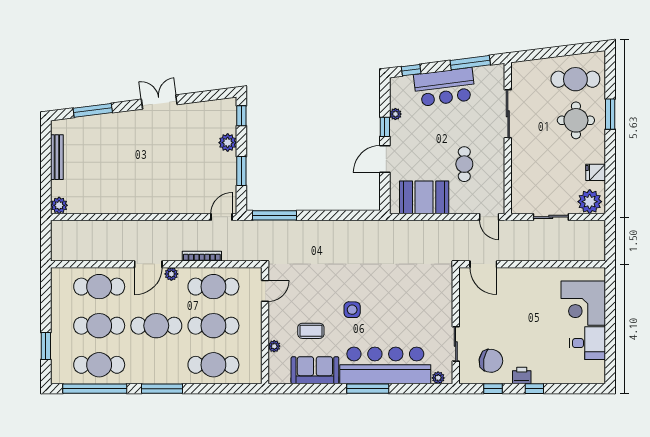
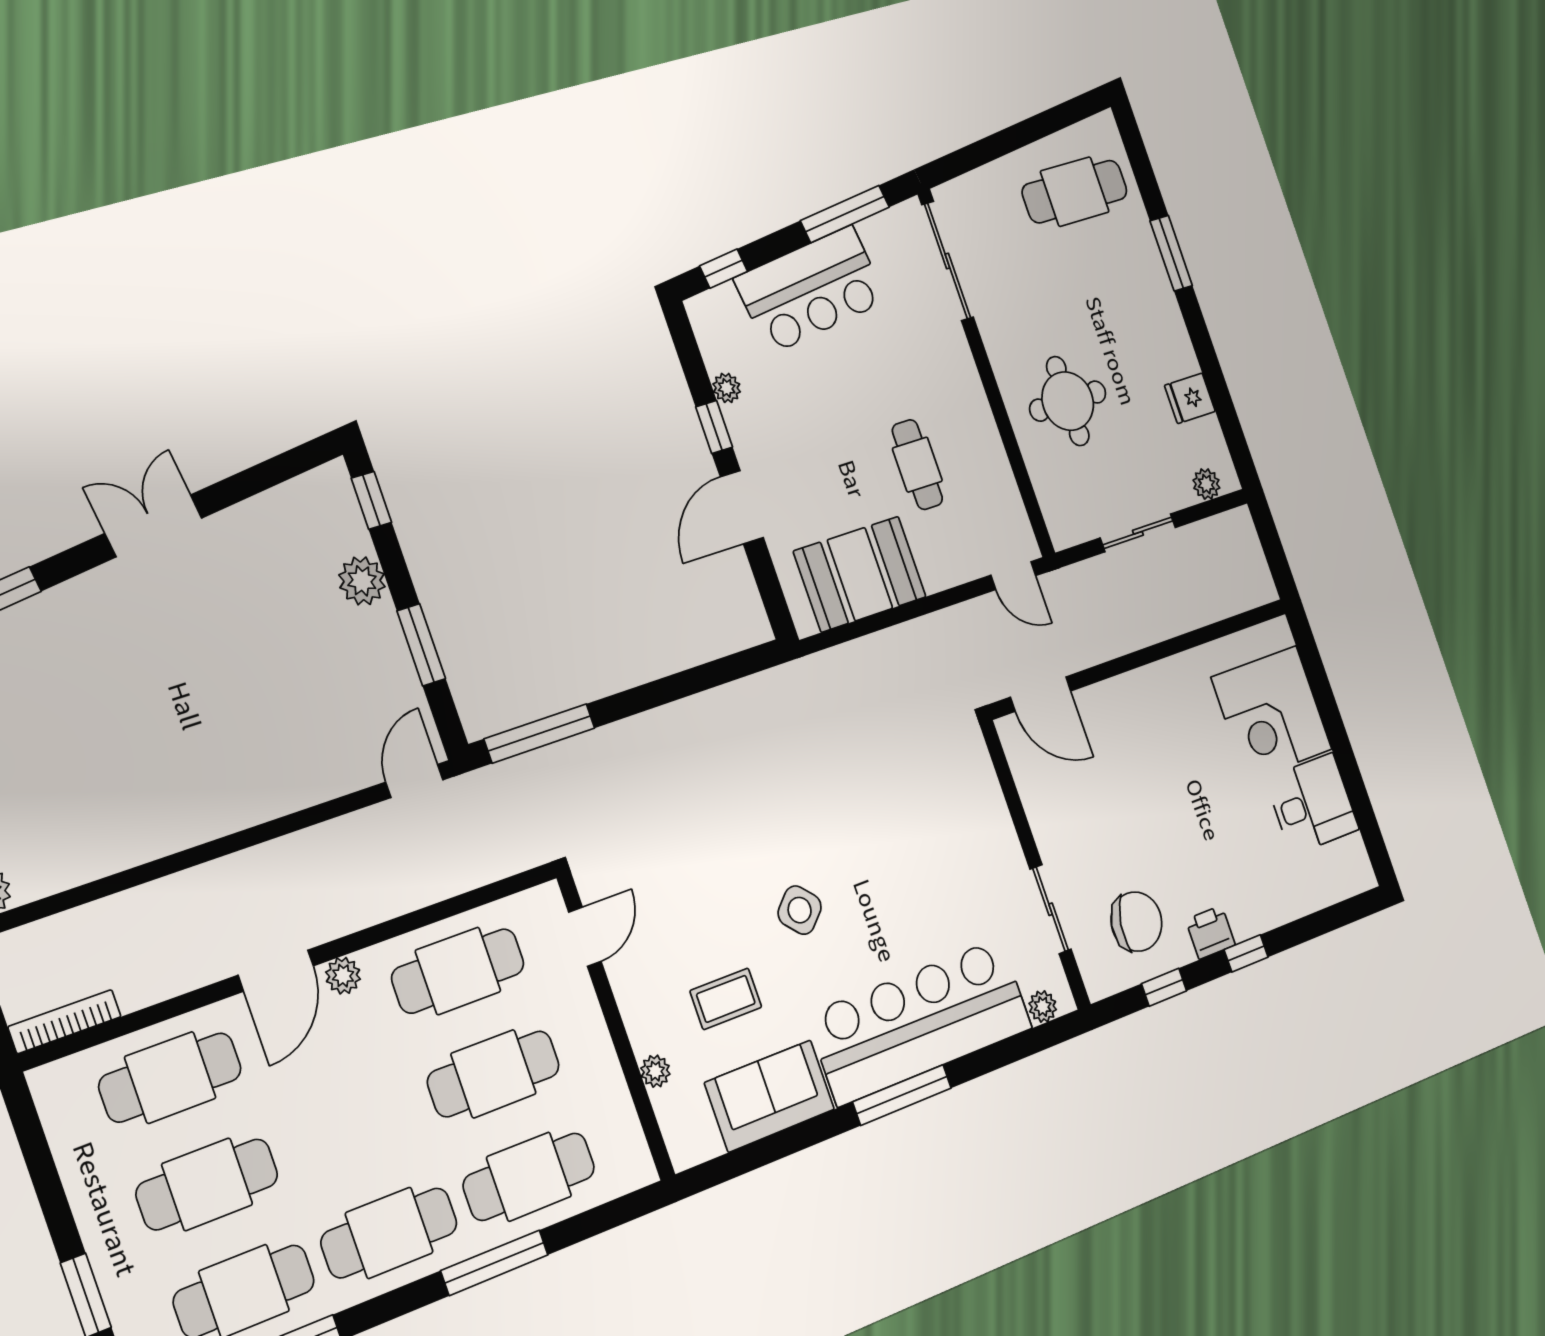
sliding door: (508, 114) -> (947, 261), moved
round table: (576, 120) -> (1068, 401), moved
plant: (590, 202) -> (1206, 484), width x0.53, depth x0.53
bookcase: (202, 256) -> (65, 1022), moved
side table: (352, 310) -> (800, 910), turned 45
cafe table: (156, 326) -> (389, 1233), moved
window: (162, 389) -> (495, 1263), moved

